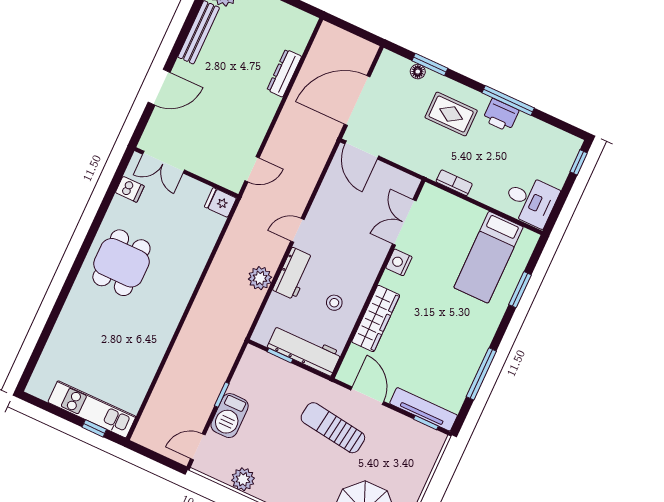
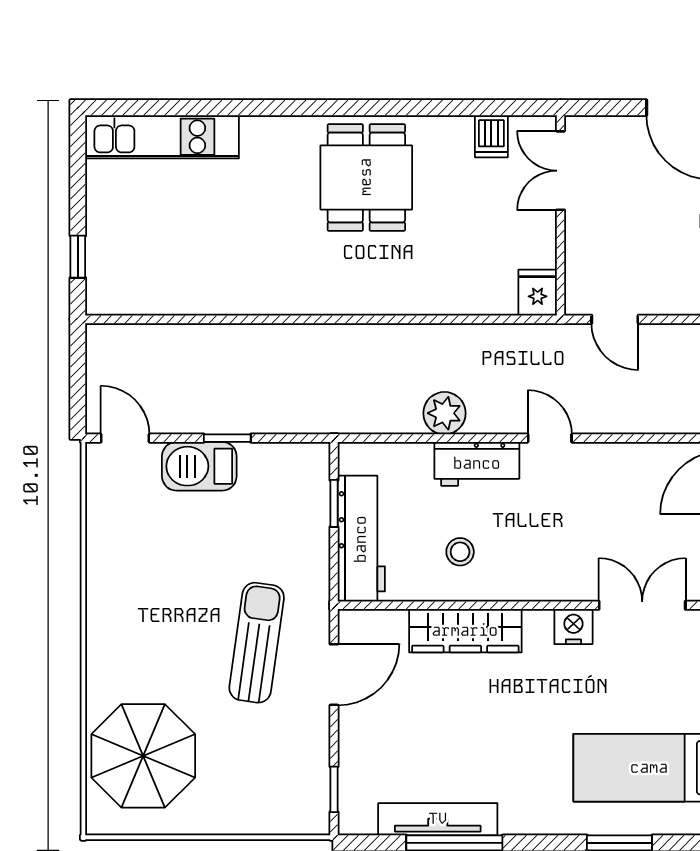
dining table: (121, 263) -> (366, 177), turned 90
kitchen unit: (92, 409) -> (162, 137), moved, turned 90
tv unit: (424, 409) -> (438, 819), moved, turned -90
plant: (243, 479) -> (106, 535), removed

